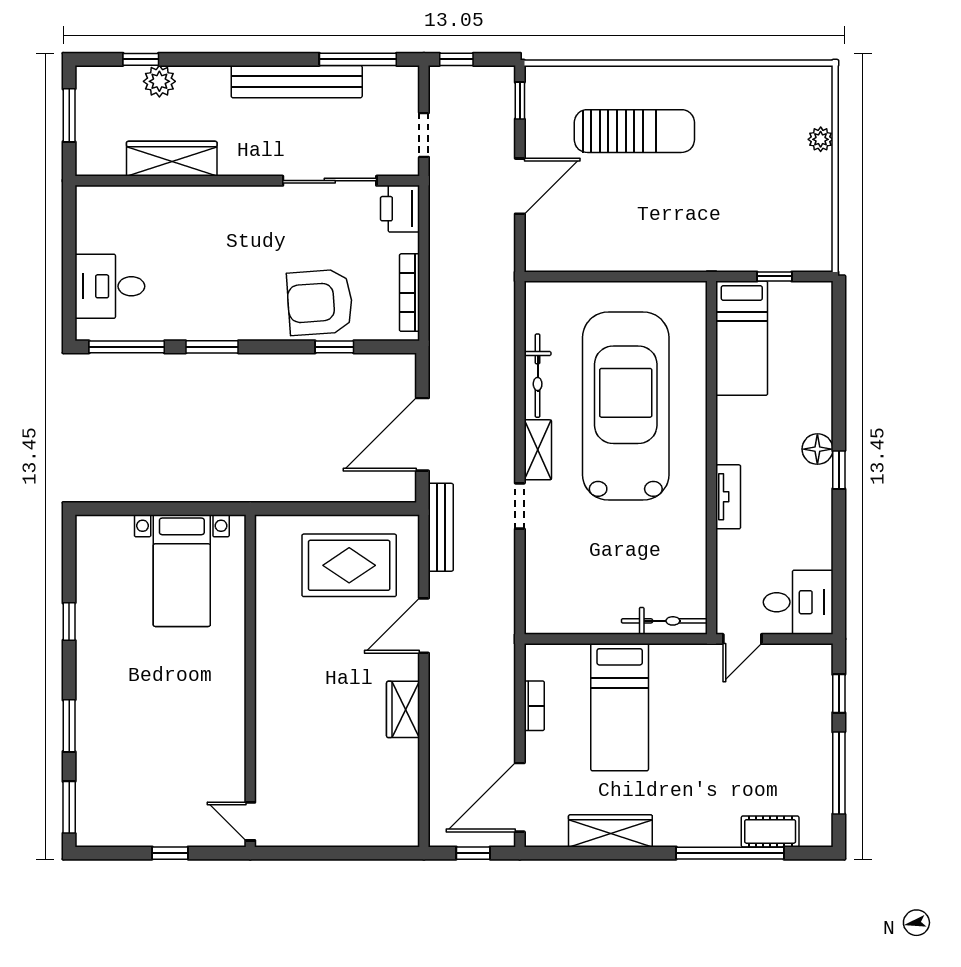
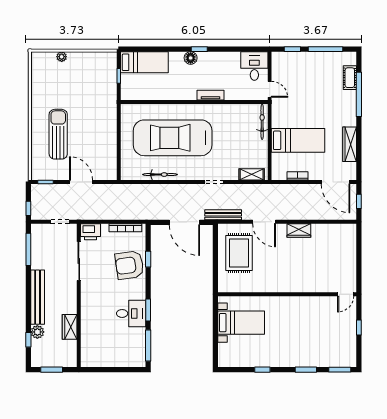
bench: (297, 82) -> (38, 297), moved
wardrobe: (172, 159) -> (70, 327), width x0.67
desk: (110, 286) -> (131, 313), moved, turned -90
armchair: (320, 302) -> (129, 265), turned 86
bed: (742, 338) -> (144, 62), moved
shelving: (538, 450) -> (252, 174), moved

